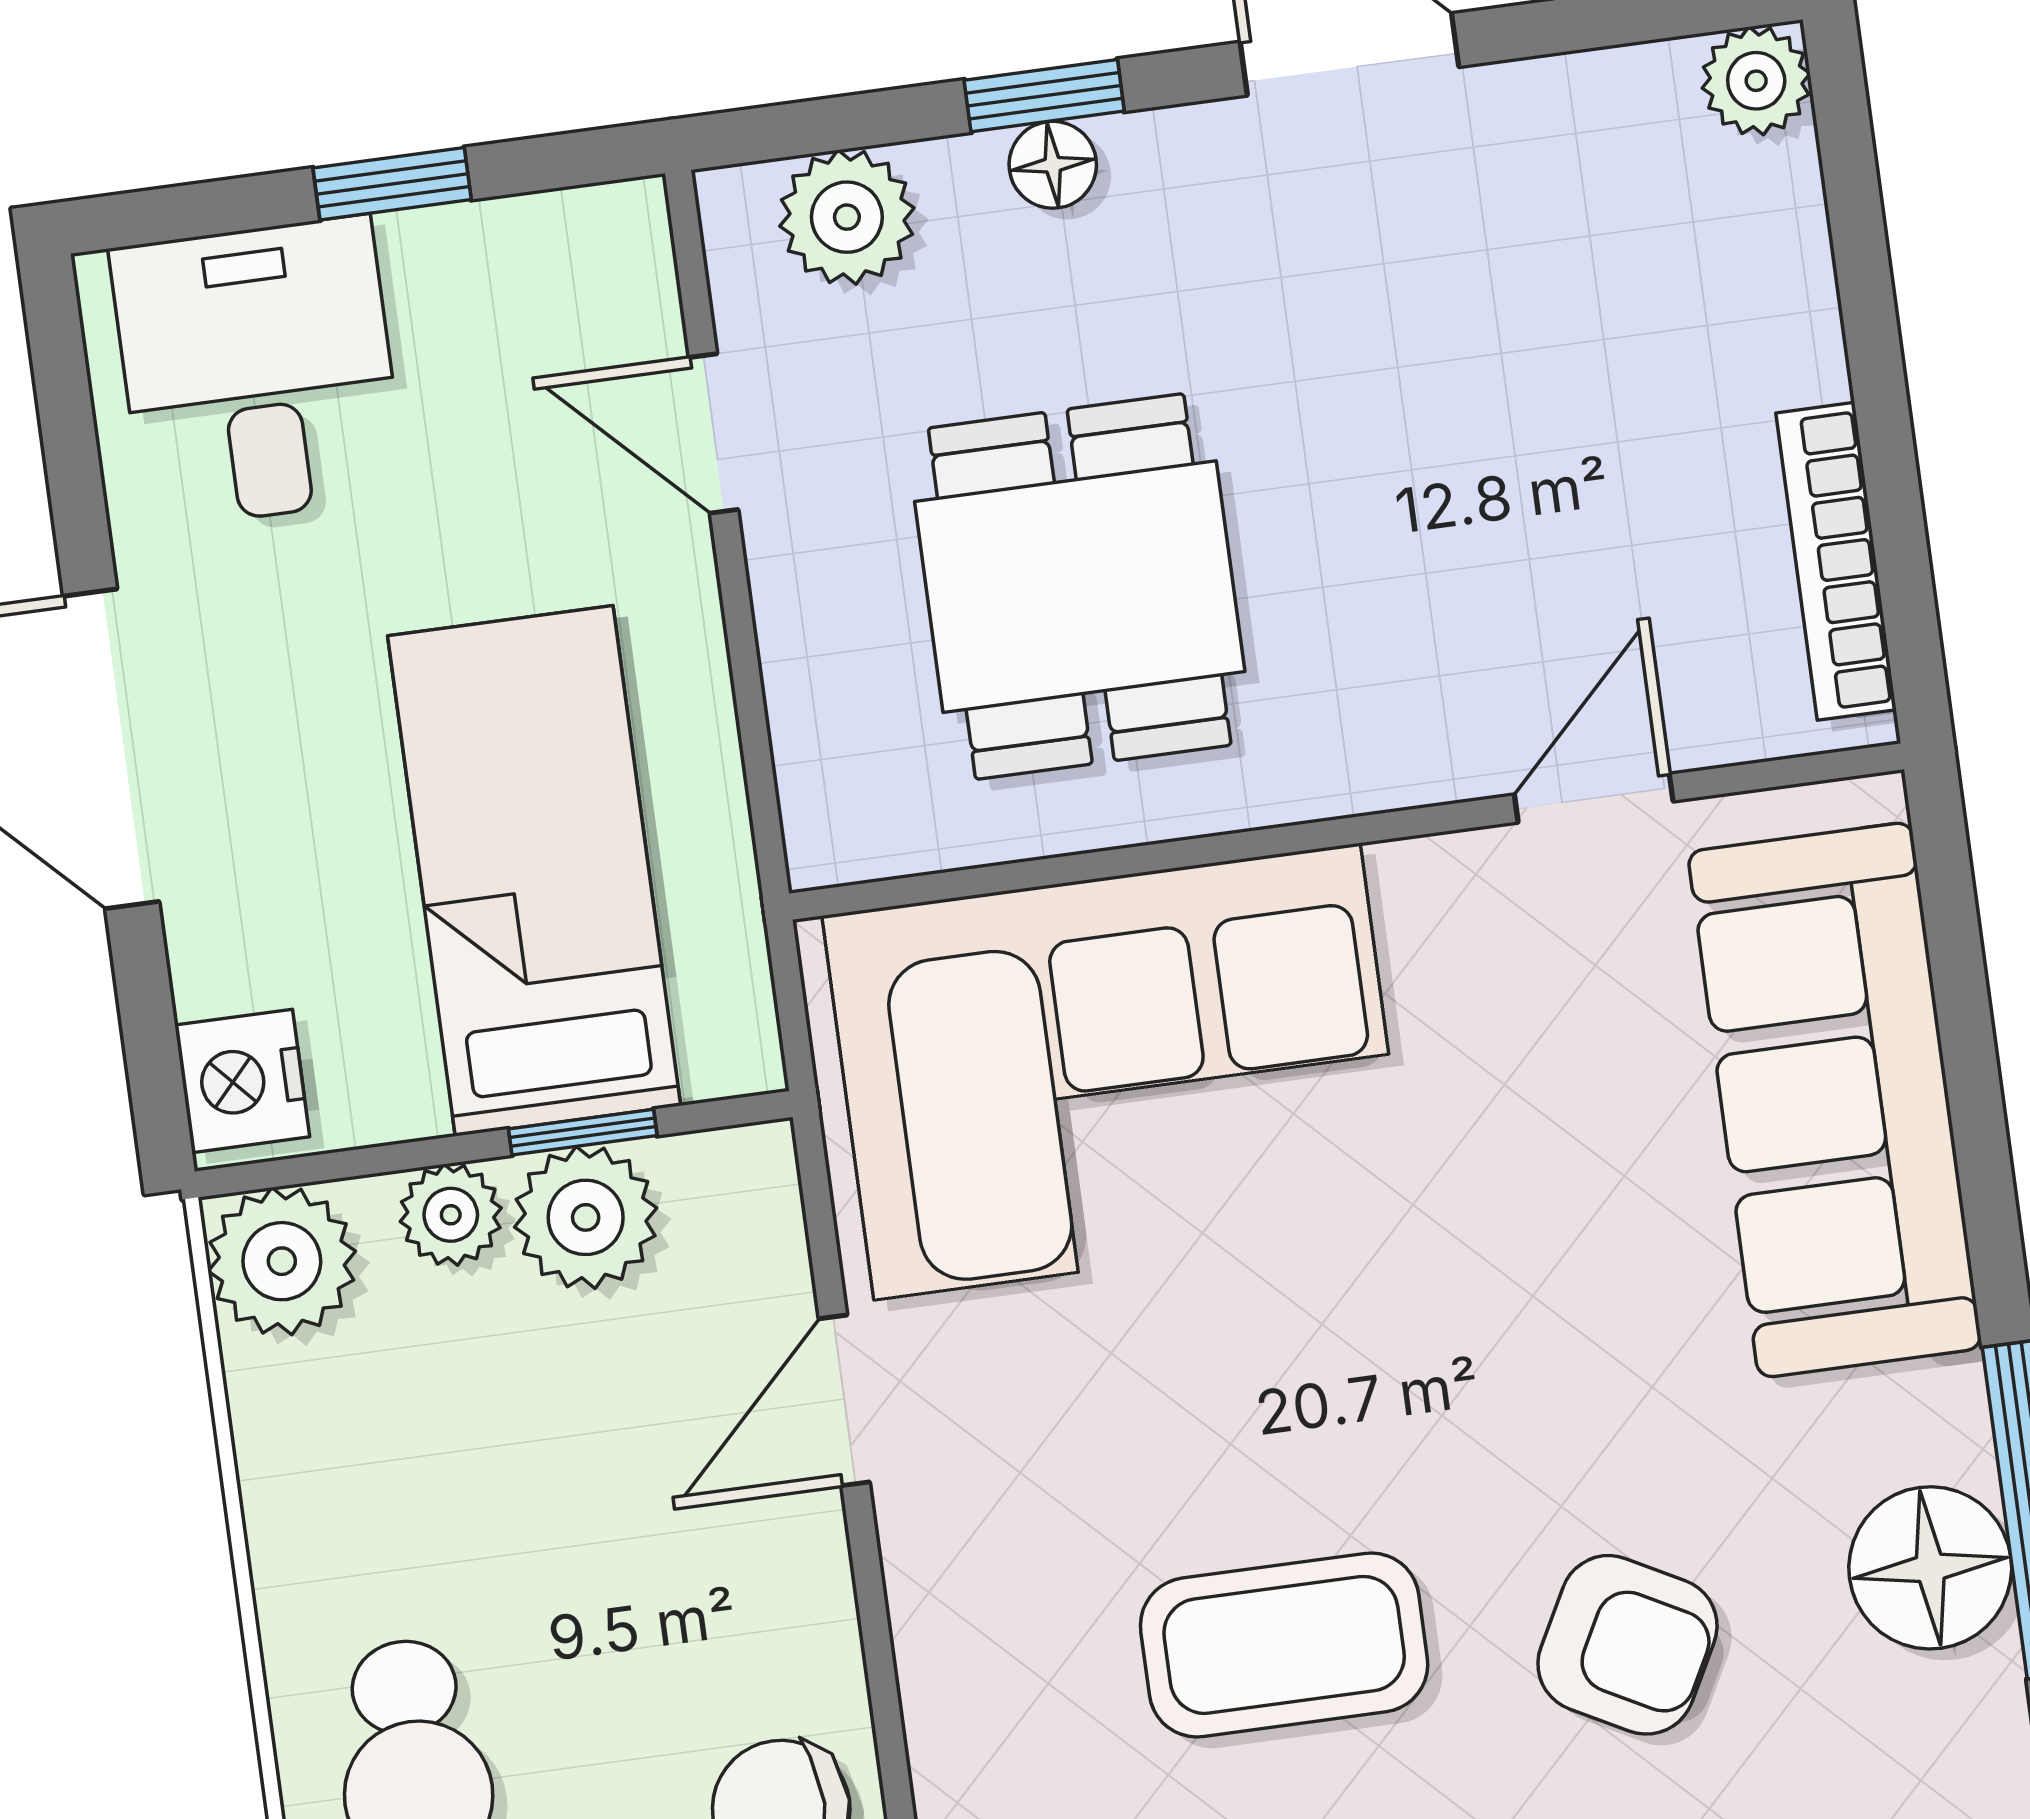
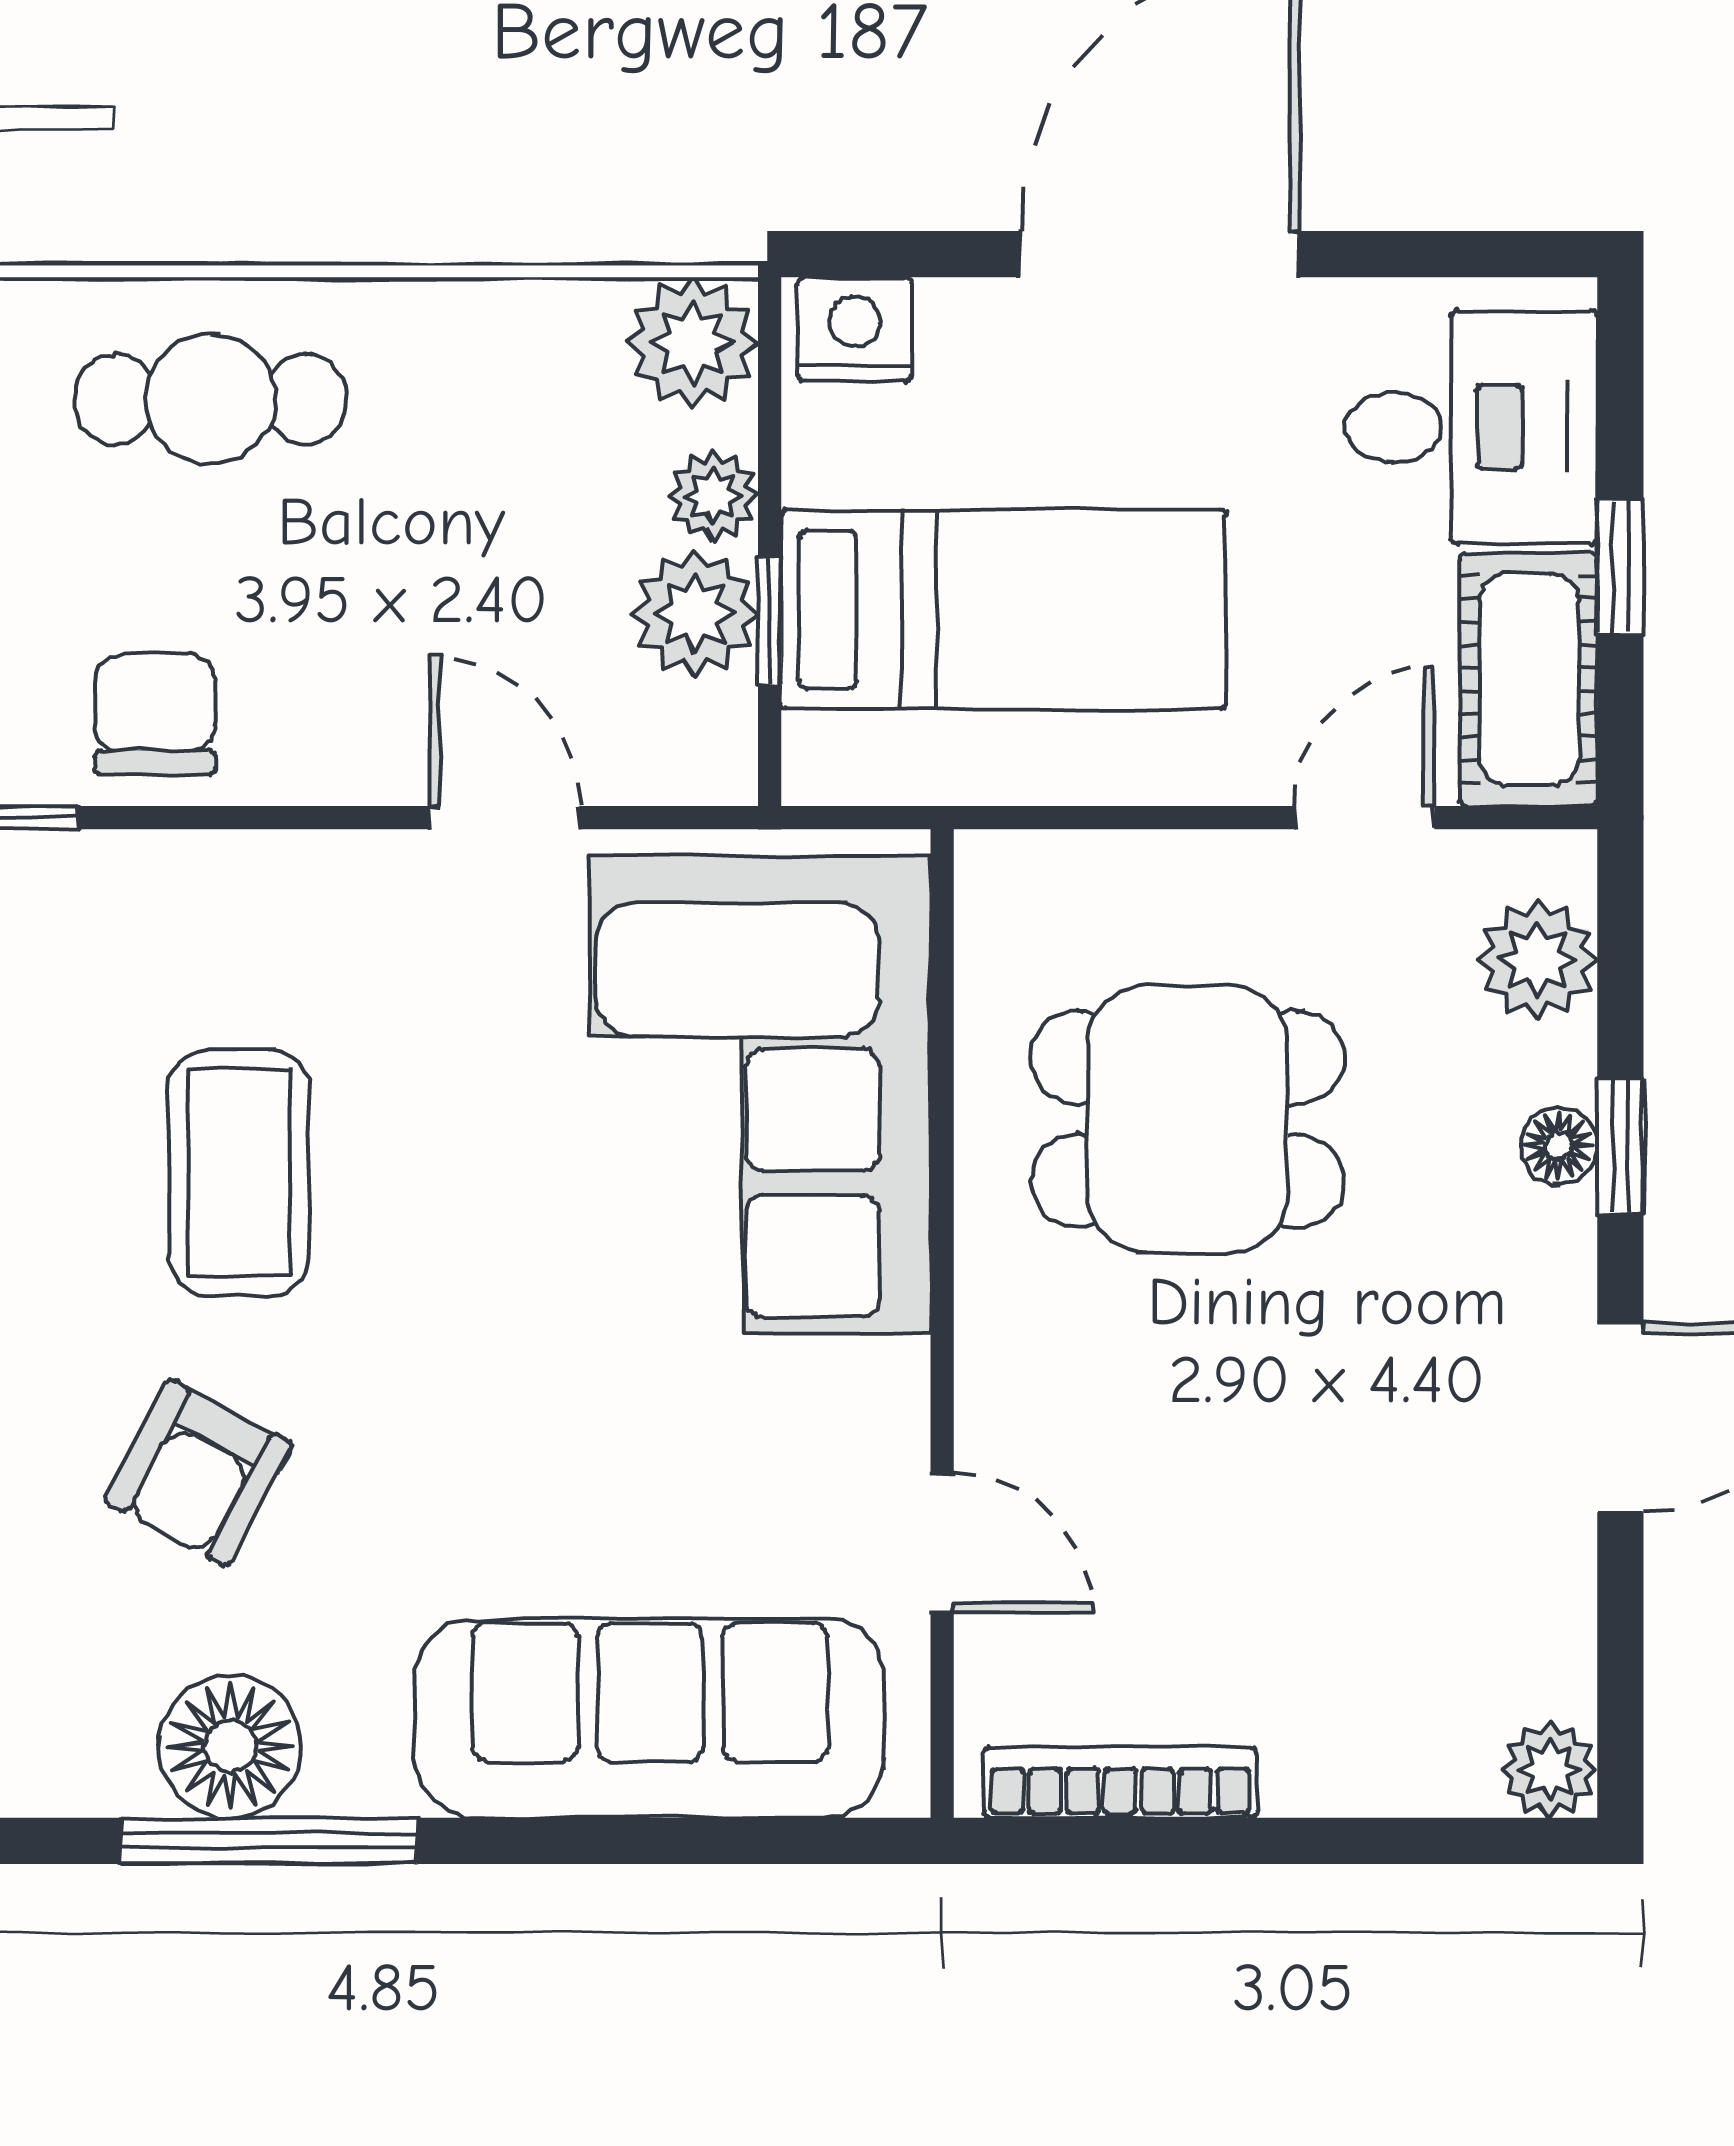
cot: (533, 270) -> (1528, 679), added

